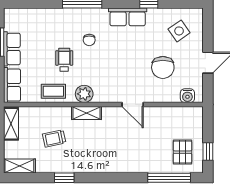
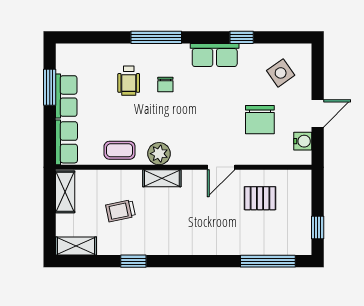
wheelchair: (64, 60) -> (129, 81), moved, turned 180
water cooler: (187, 96) -> (303, 141), moved, turned -90
door: (133, 105) -> (221, 167), hinge flipped
pallet: (182, 152) -> (260, 198), moved, turned 90

